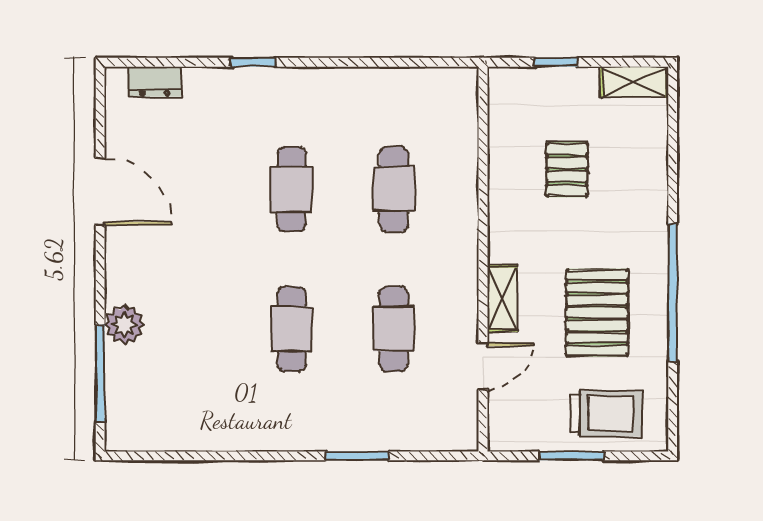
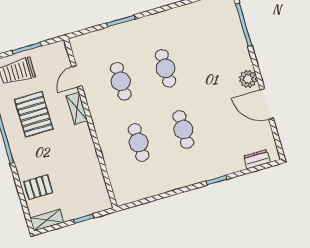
pallet: (567, 170) -> (38, 187), moved, turned 90
plant: (124, 325) -> (248, 79), moved

